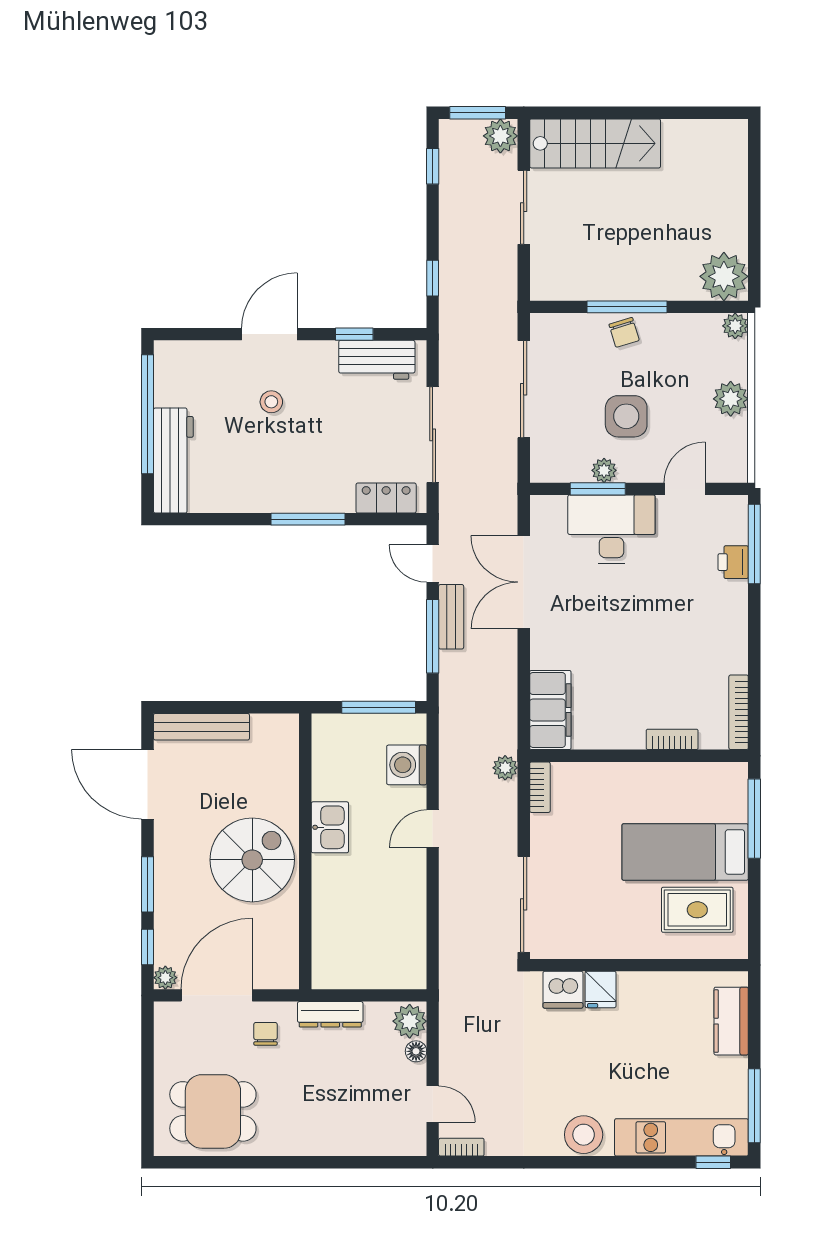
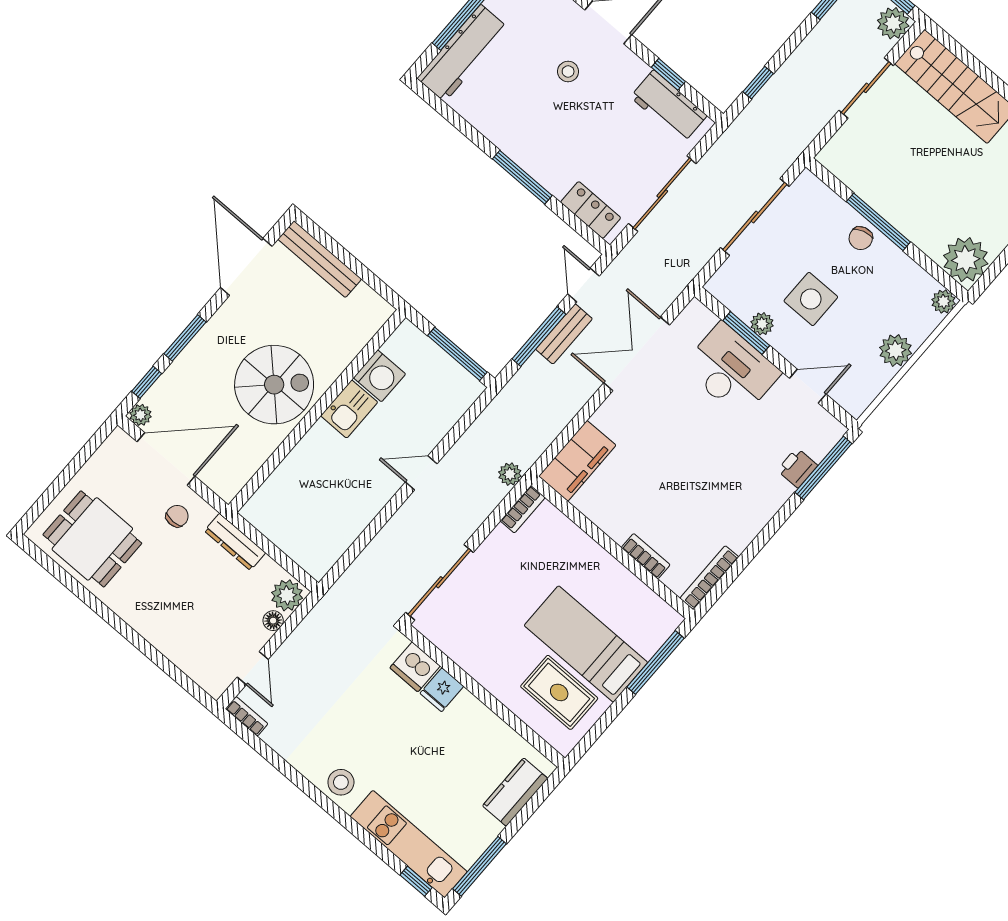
washing machine: (407, 765) -> (380, 376), moved, turned 180
stool: (584, 1135) -> (341, 782), width x0.73, depth x0.73

